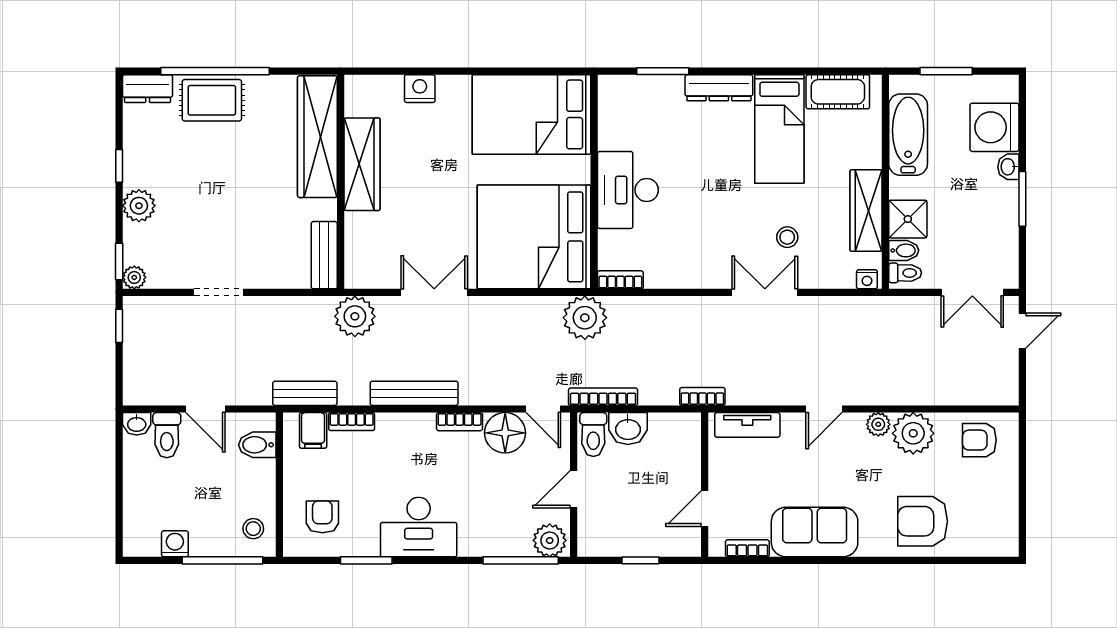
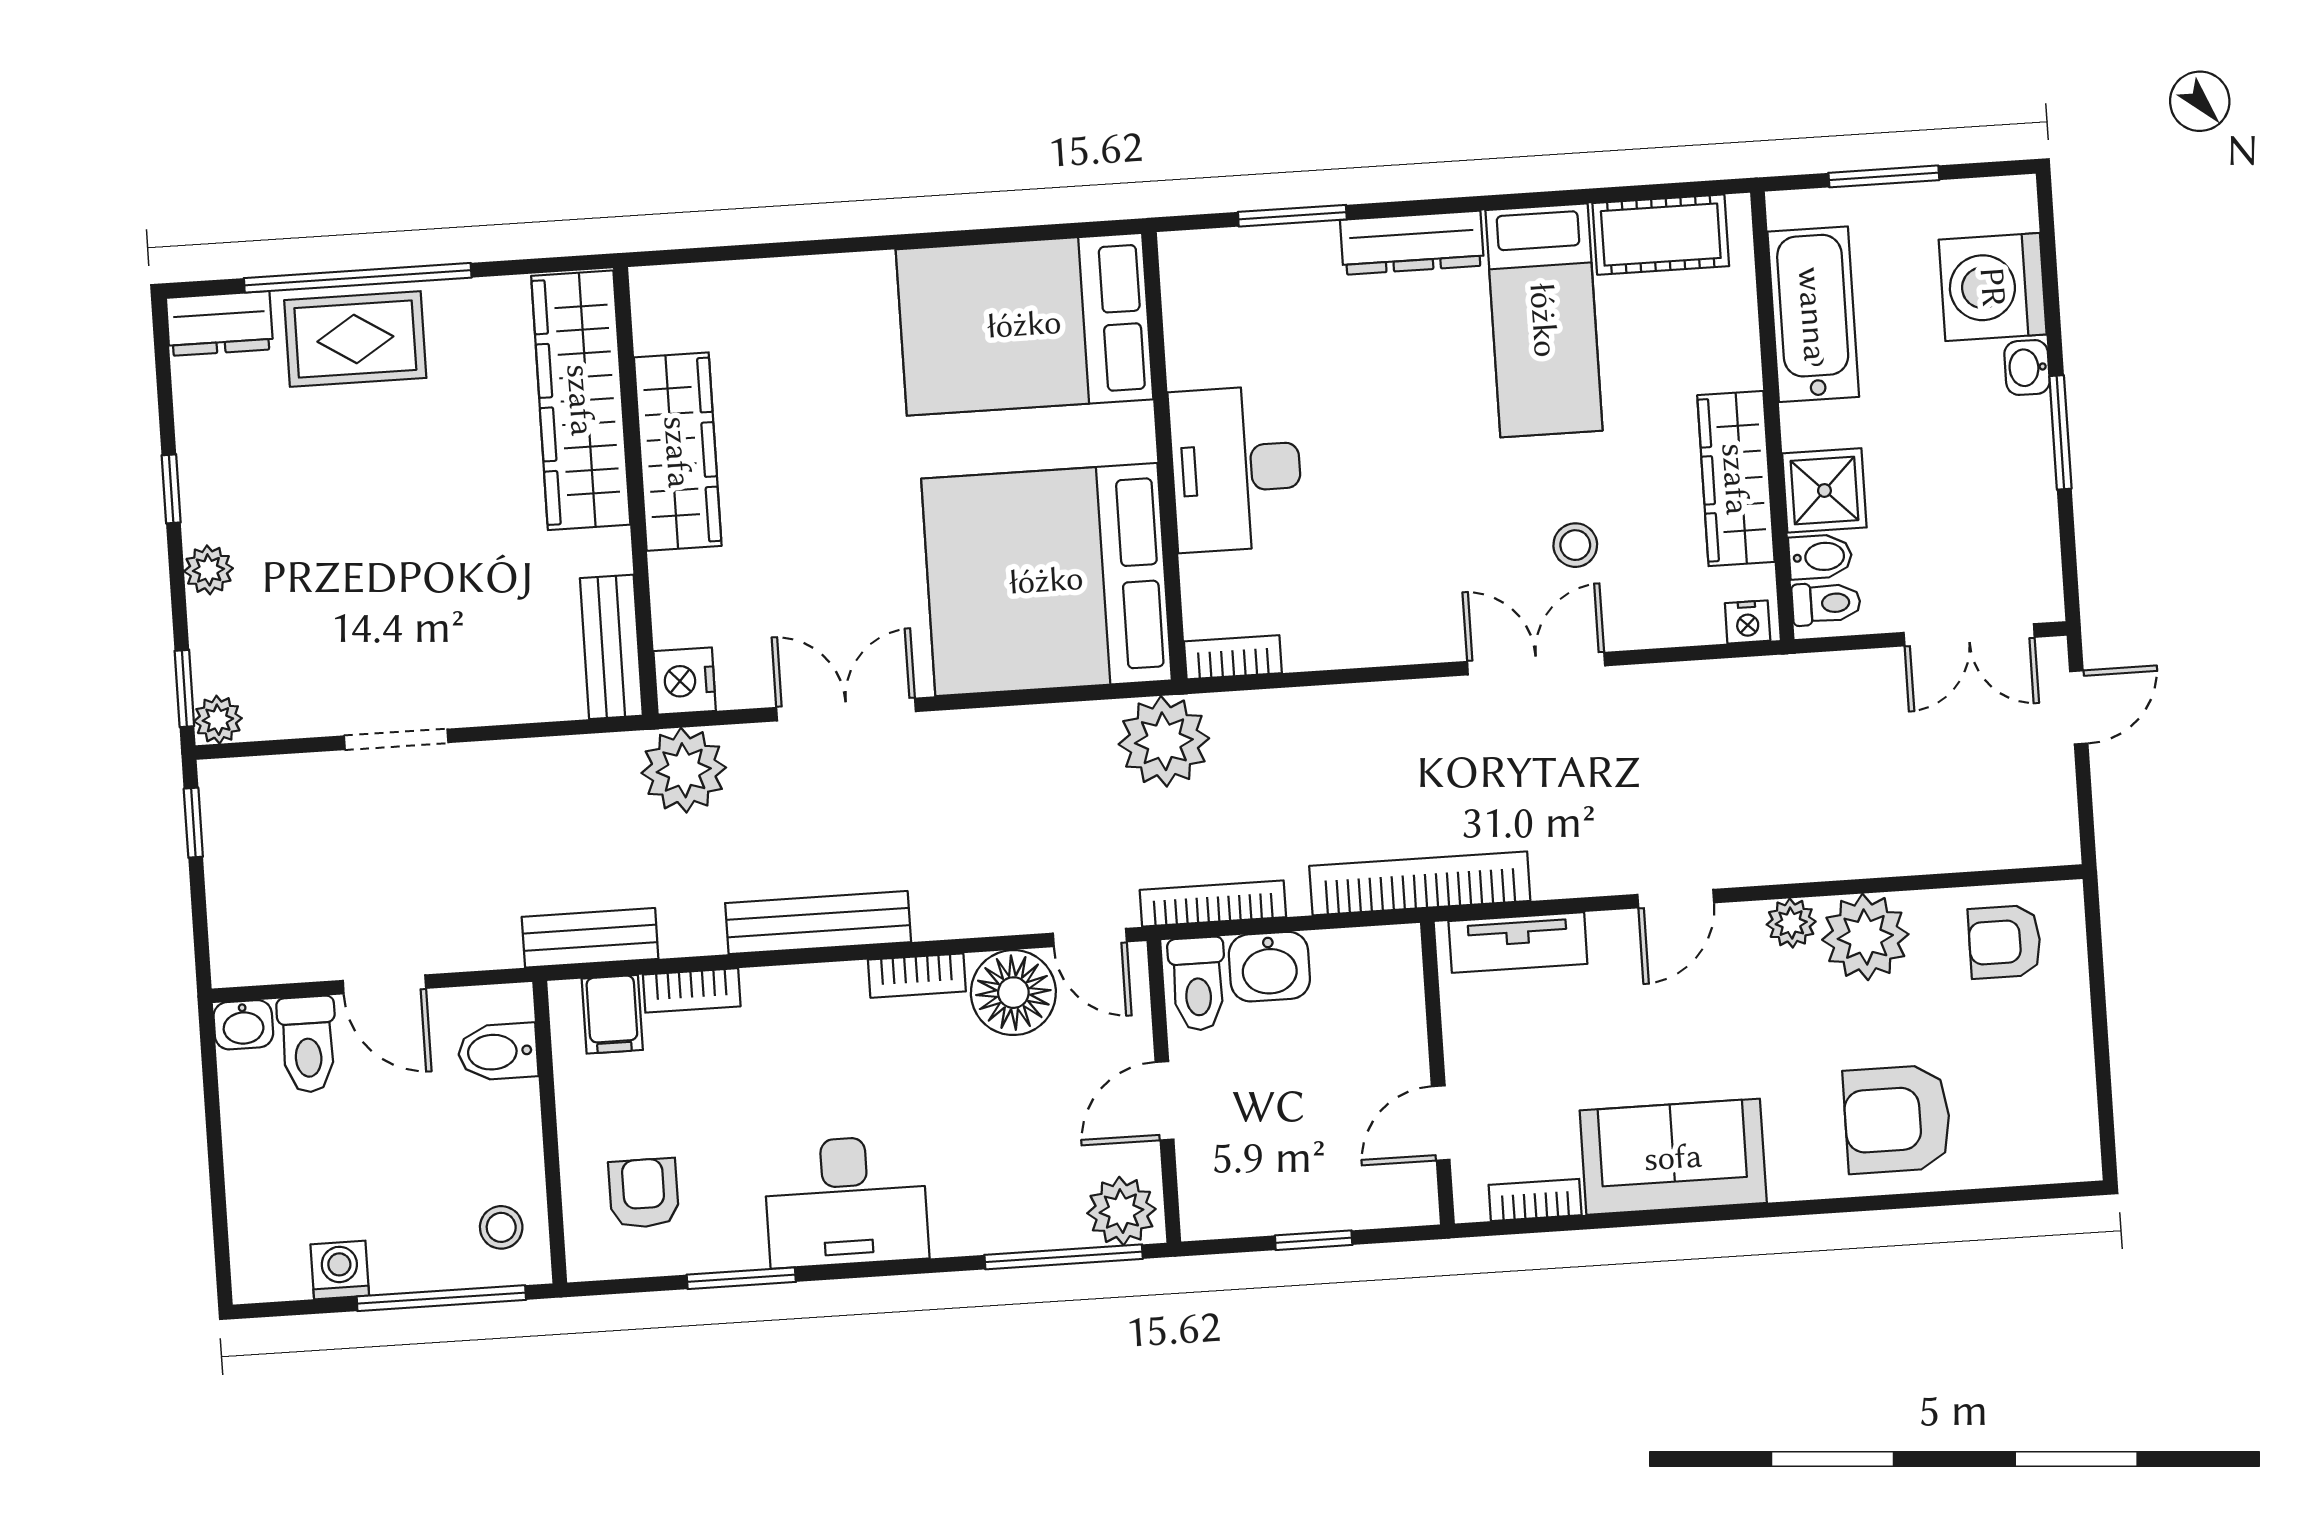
nightstand: (420, 89) -> (685, 681), moved, turned -90
plant: (139, 206) -> (208, 570), width x0.73, depth x0.73
bookcase: (702, 396) -> (1420, 883), width x2.31, depth x1.31

